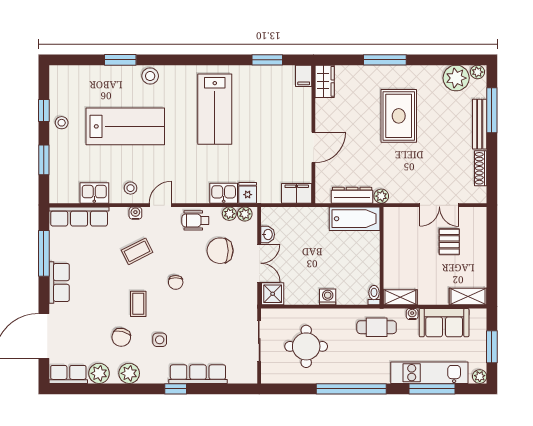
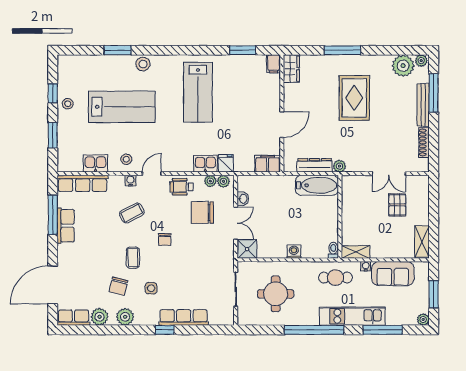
row of seats: (59, 282) -> (66, 226), moved
shelving: (468, 296) -> (422, 241), moved, turned 90
kitchen unit: (429, 373) -> (352, 316), moved

